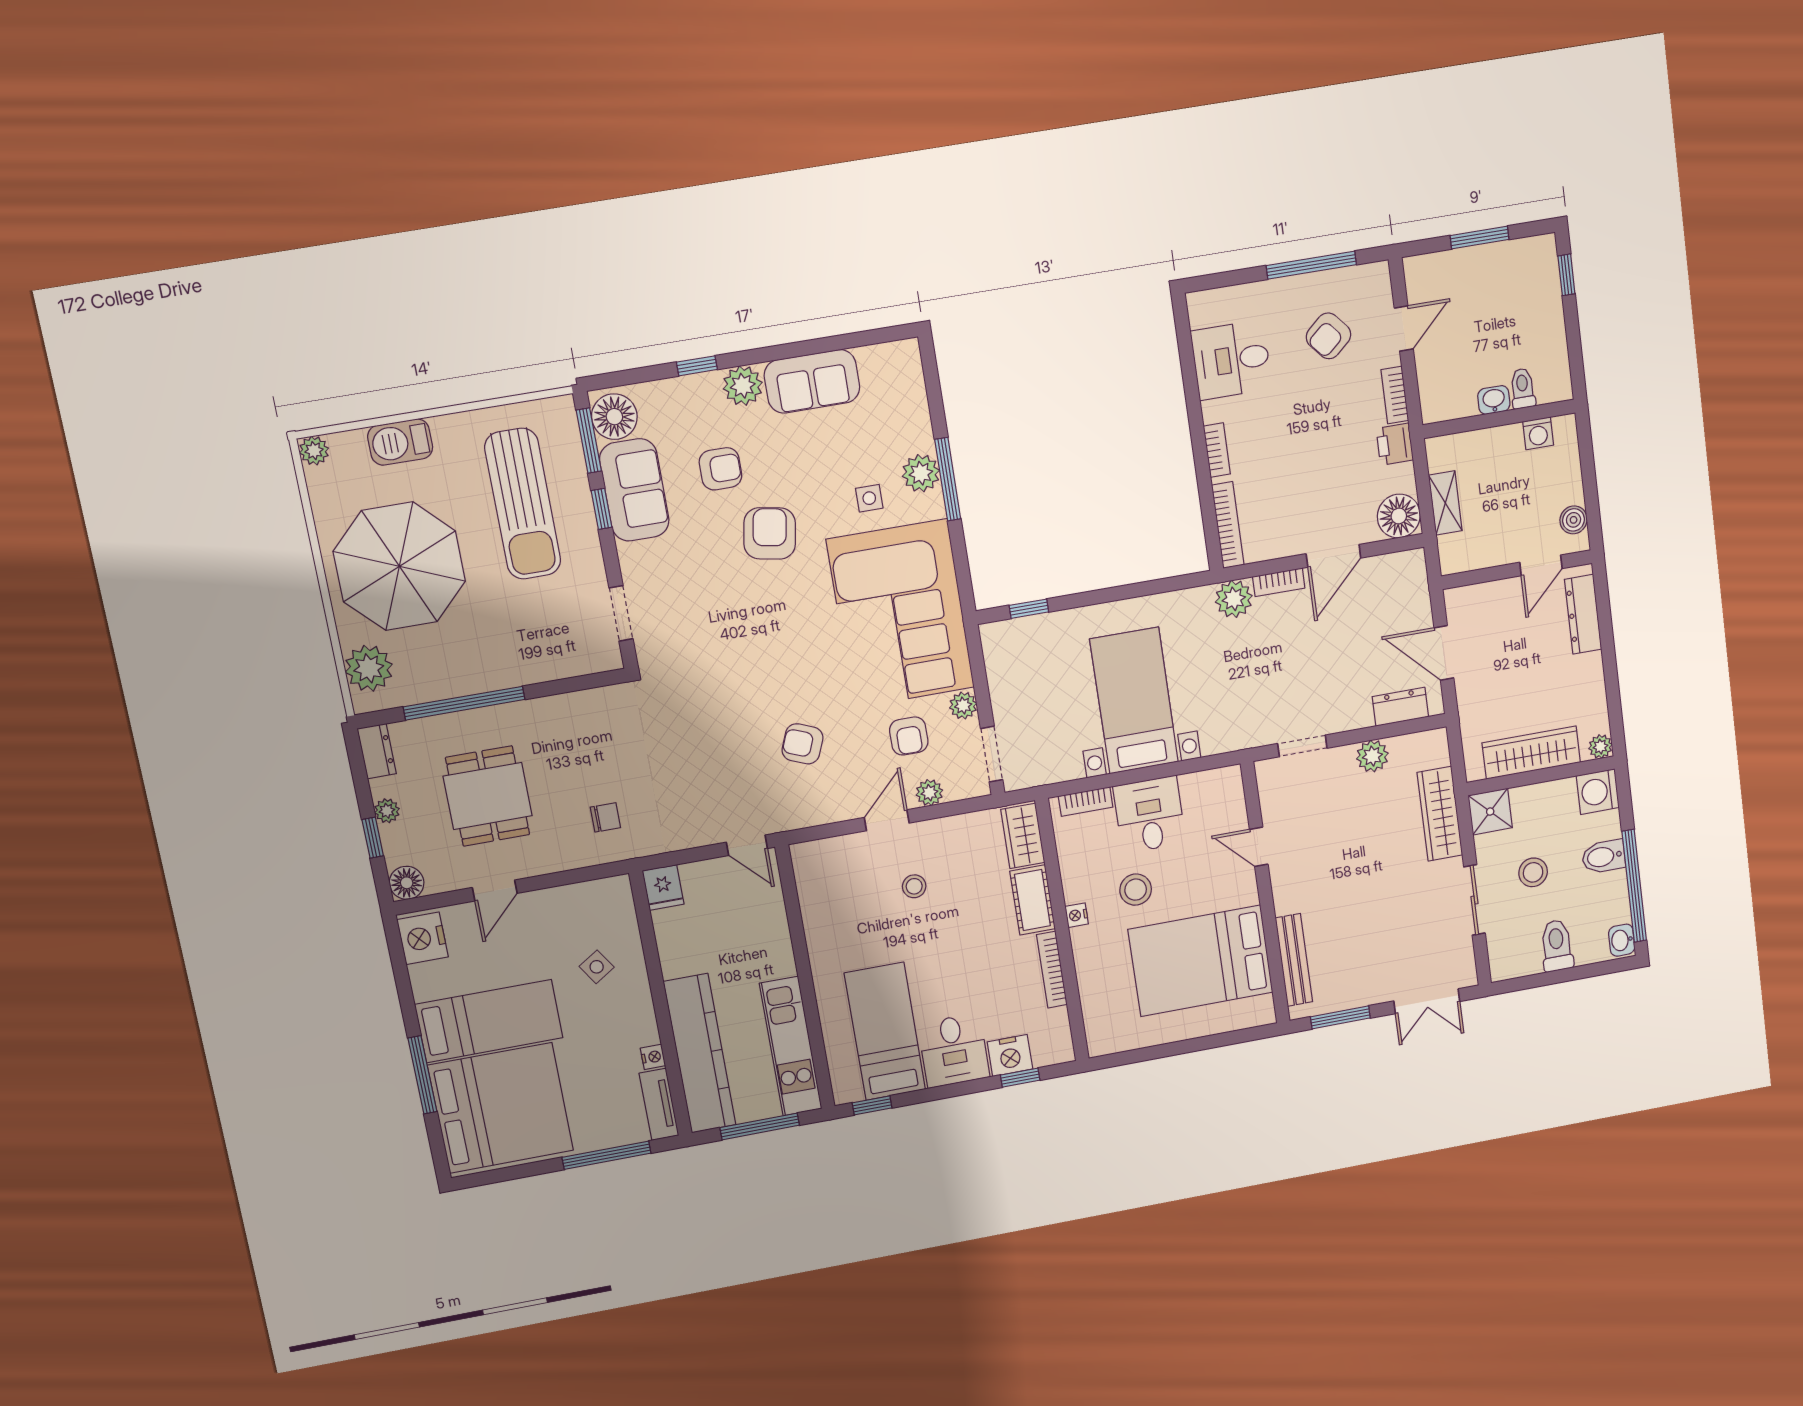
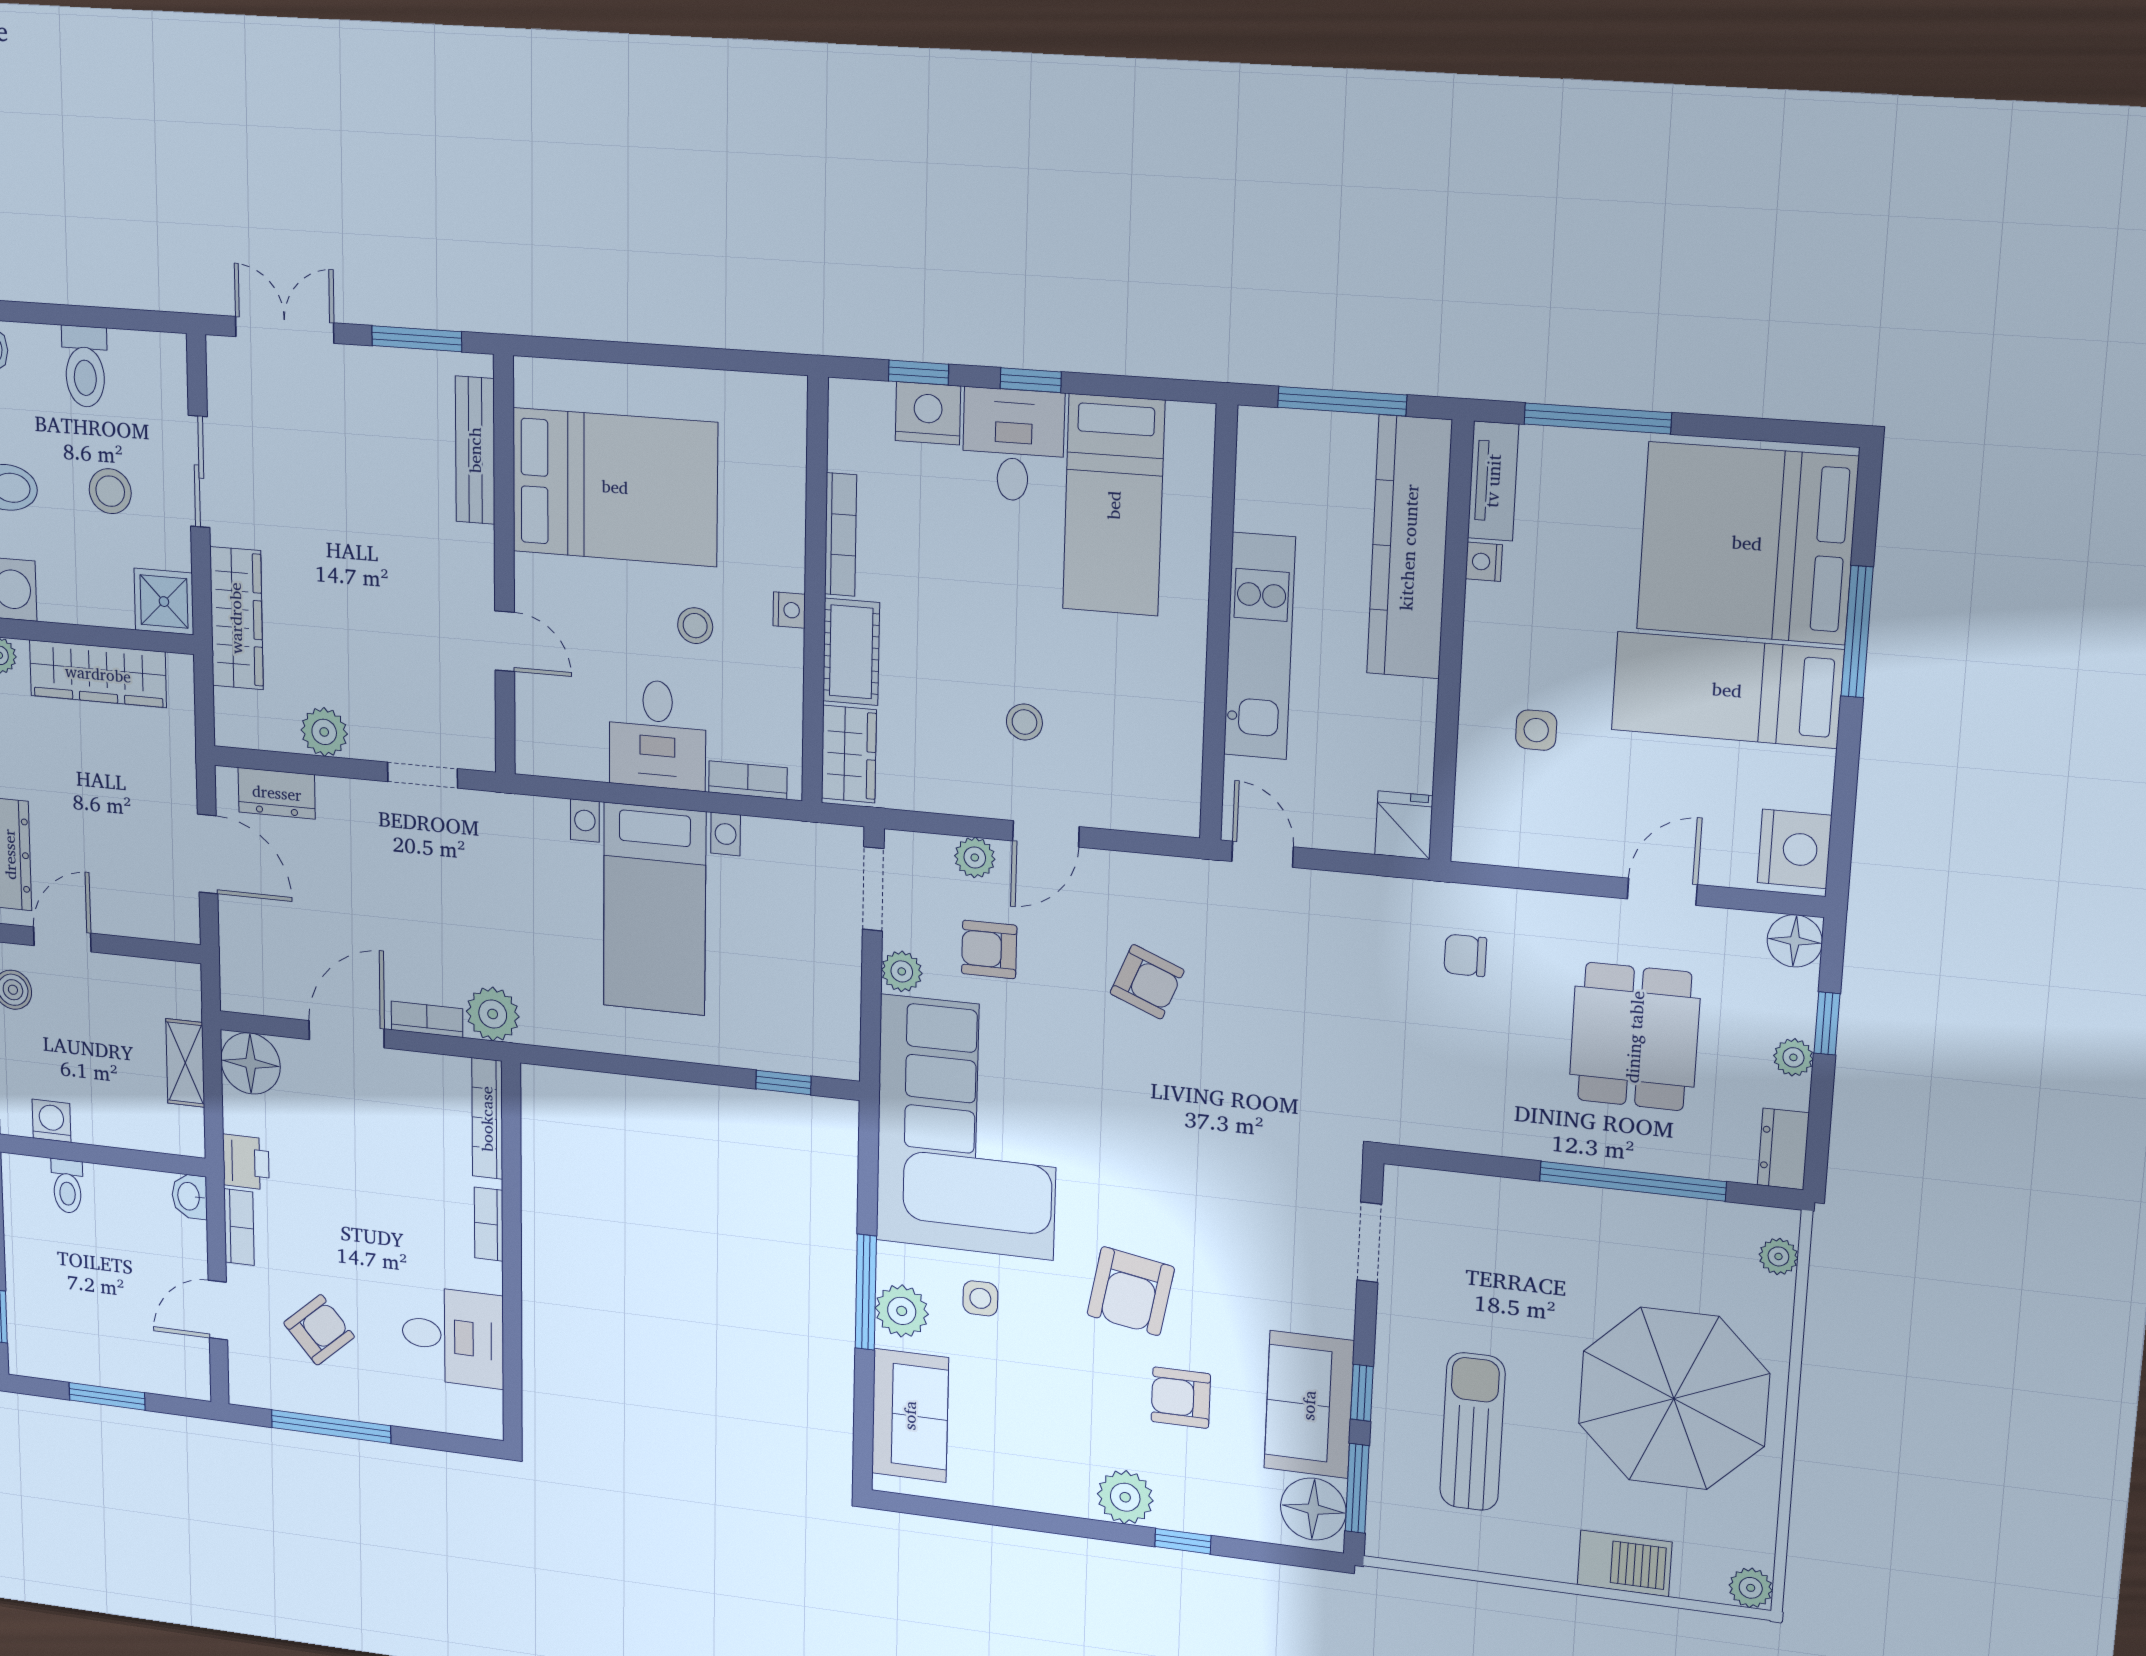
sofa: (812, 381) -> (910, 1415), moved, turned 90
washbasin: (1494, 400) -> (190, 1196), moved, turned 90
sun lounger: (523, 504) -> (1472, 1432), width x0.73, depth x0.75
plant: (369, 668) -> (1778, 1256), width x0.53, depth x0.53
armchair: (909, 736) -> (989, 949), turned -90
stool: (1136, 890) -> (695, 626), width x0.73, depth x0.73
side table: (597, 967) -> (1536, 730), turned 33
kitchen unit: (791, 1046) -> (1259, 646), moved
window: (872, 1105) -> (1031, 380), moved

